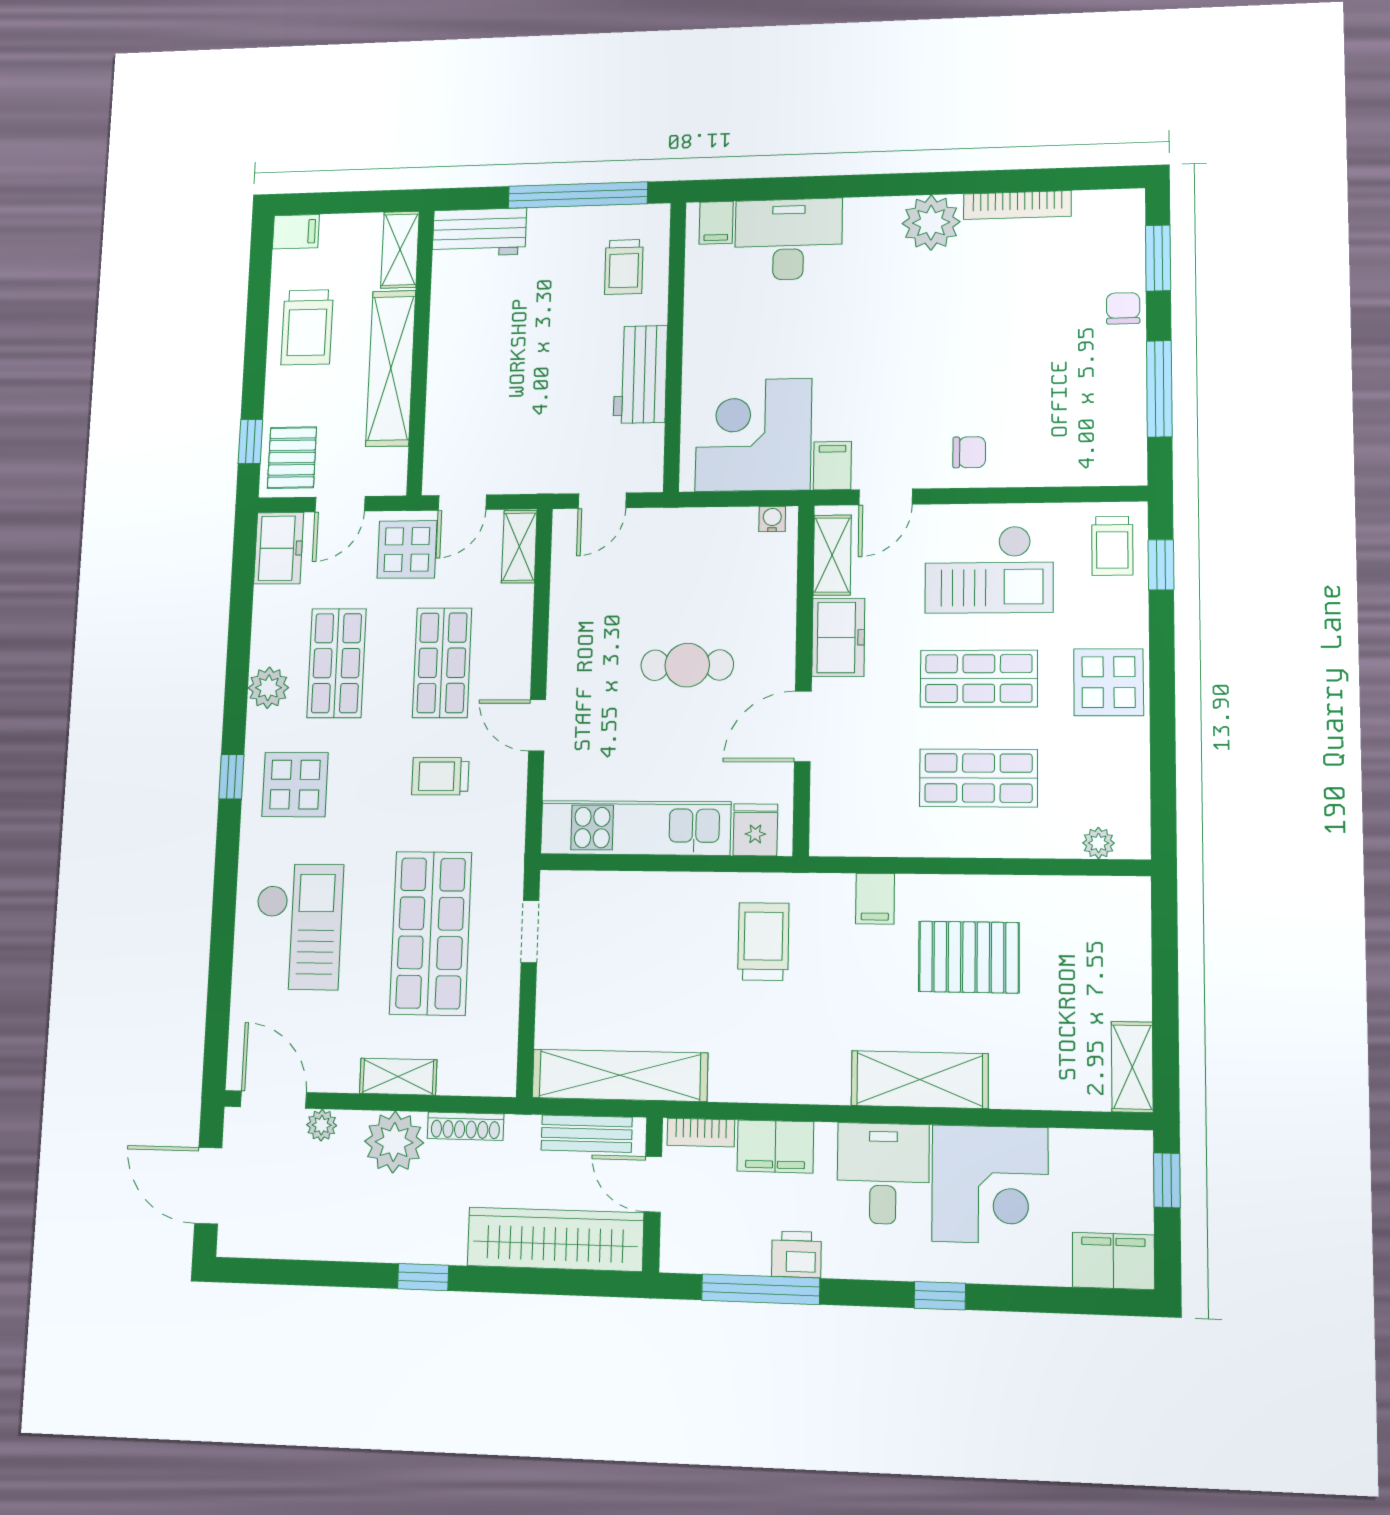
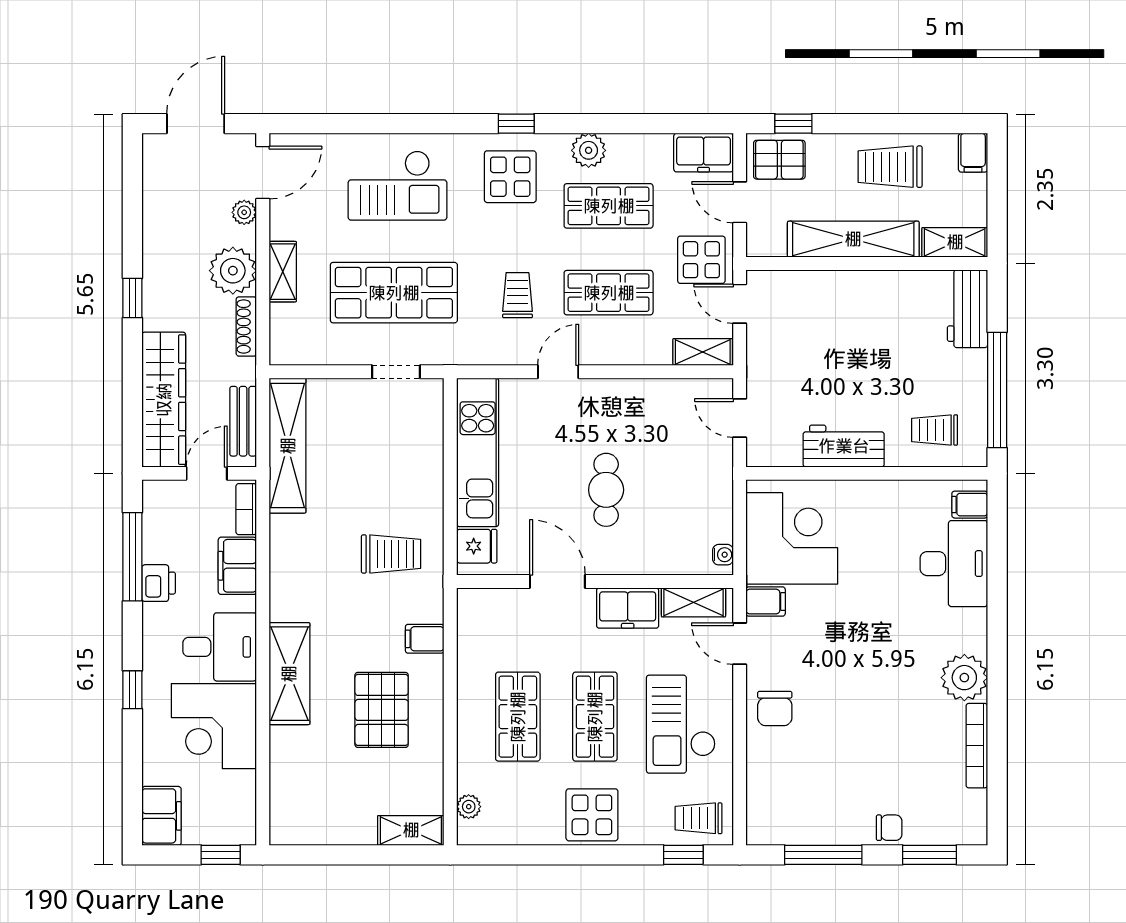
chair: (969, 452) -> (775, 709), width x1.37, depth x1.37
shelving: (1132, 1067) -> (411, 830), moved

